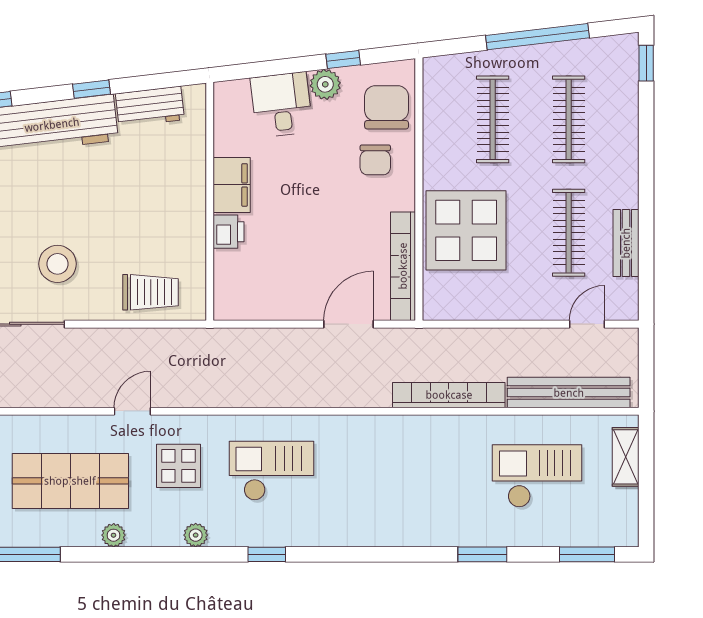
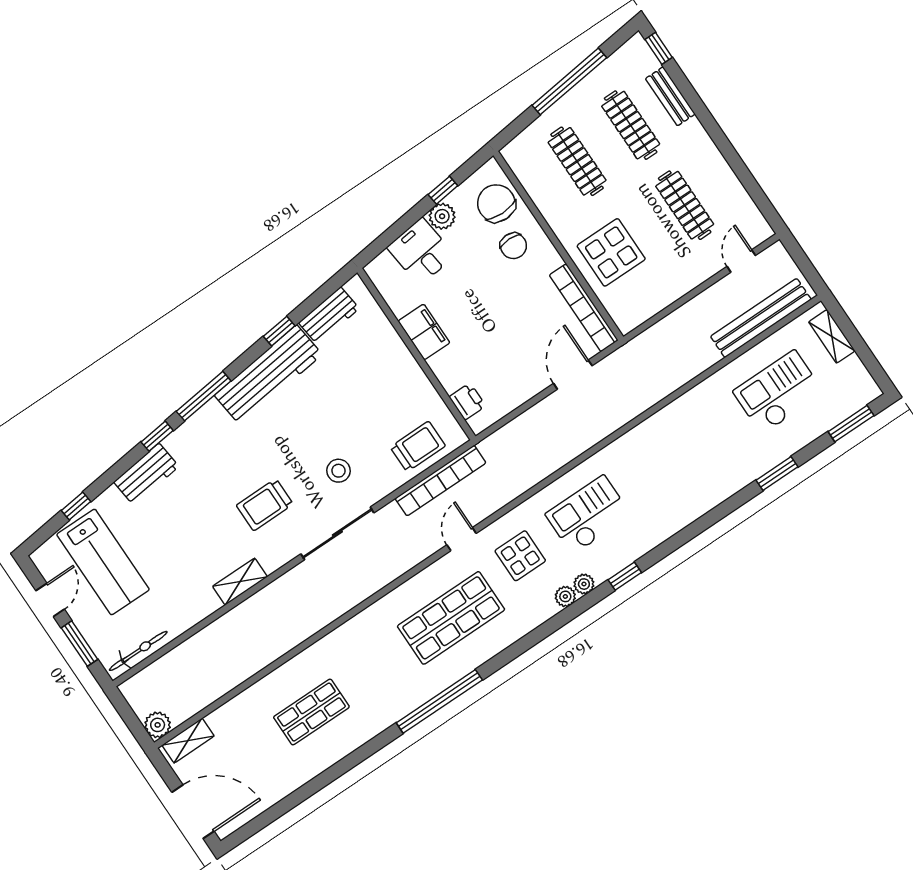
display table: (466, 230) -> (611, 252), width x0.73, depth x0.73
printer: (229, 232) -> (468, 401), moved
bench: (626, 243) -> (670, 96), moved
stool: (58, 264) -> (339, 471), width x0.73, depth x0.73
bookcase: (449, 395) -> (440, 481), moved, turned 180
plant: (114, 535) -> (584, 584), moved

